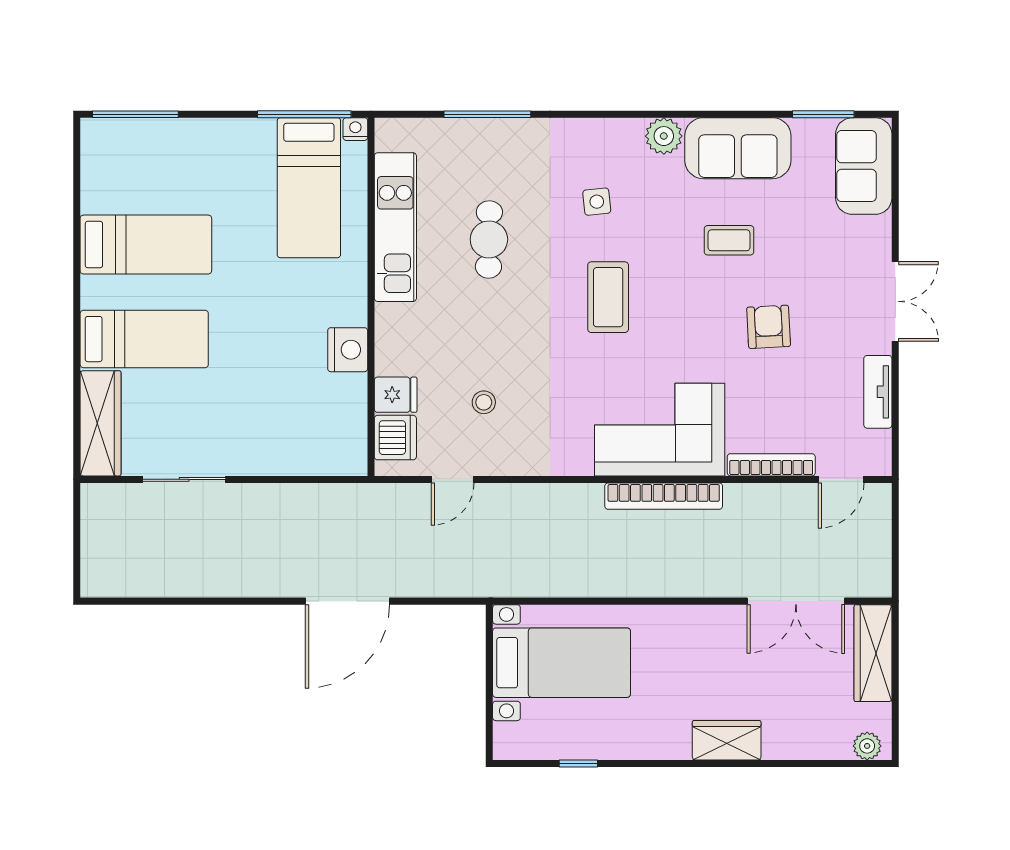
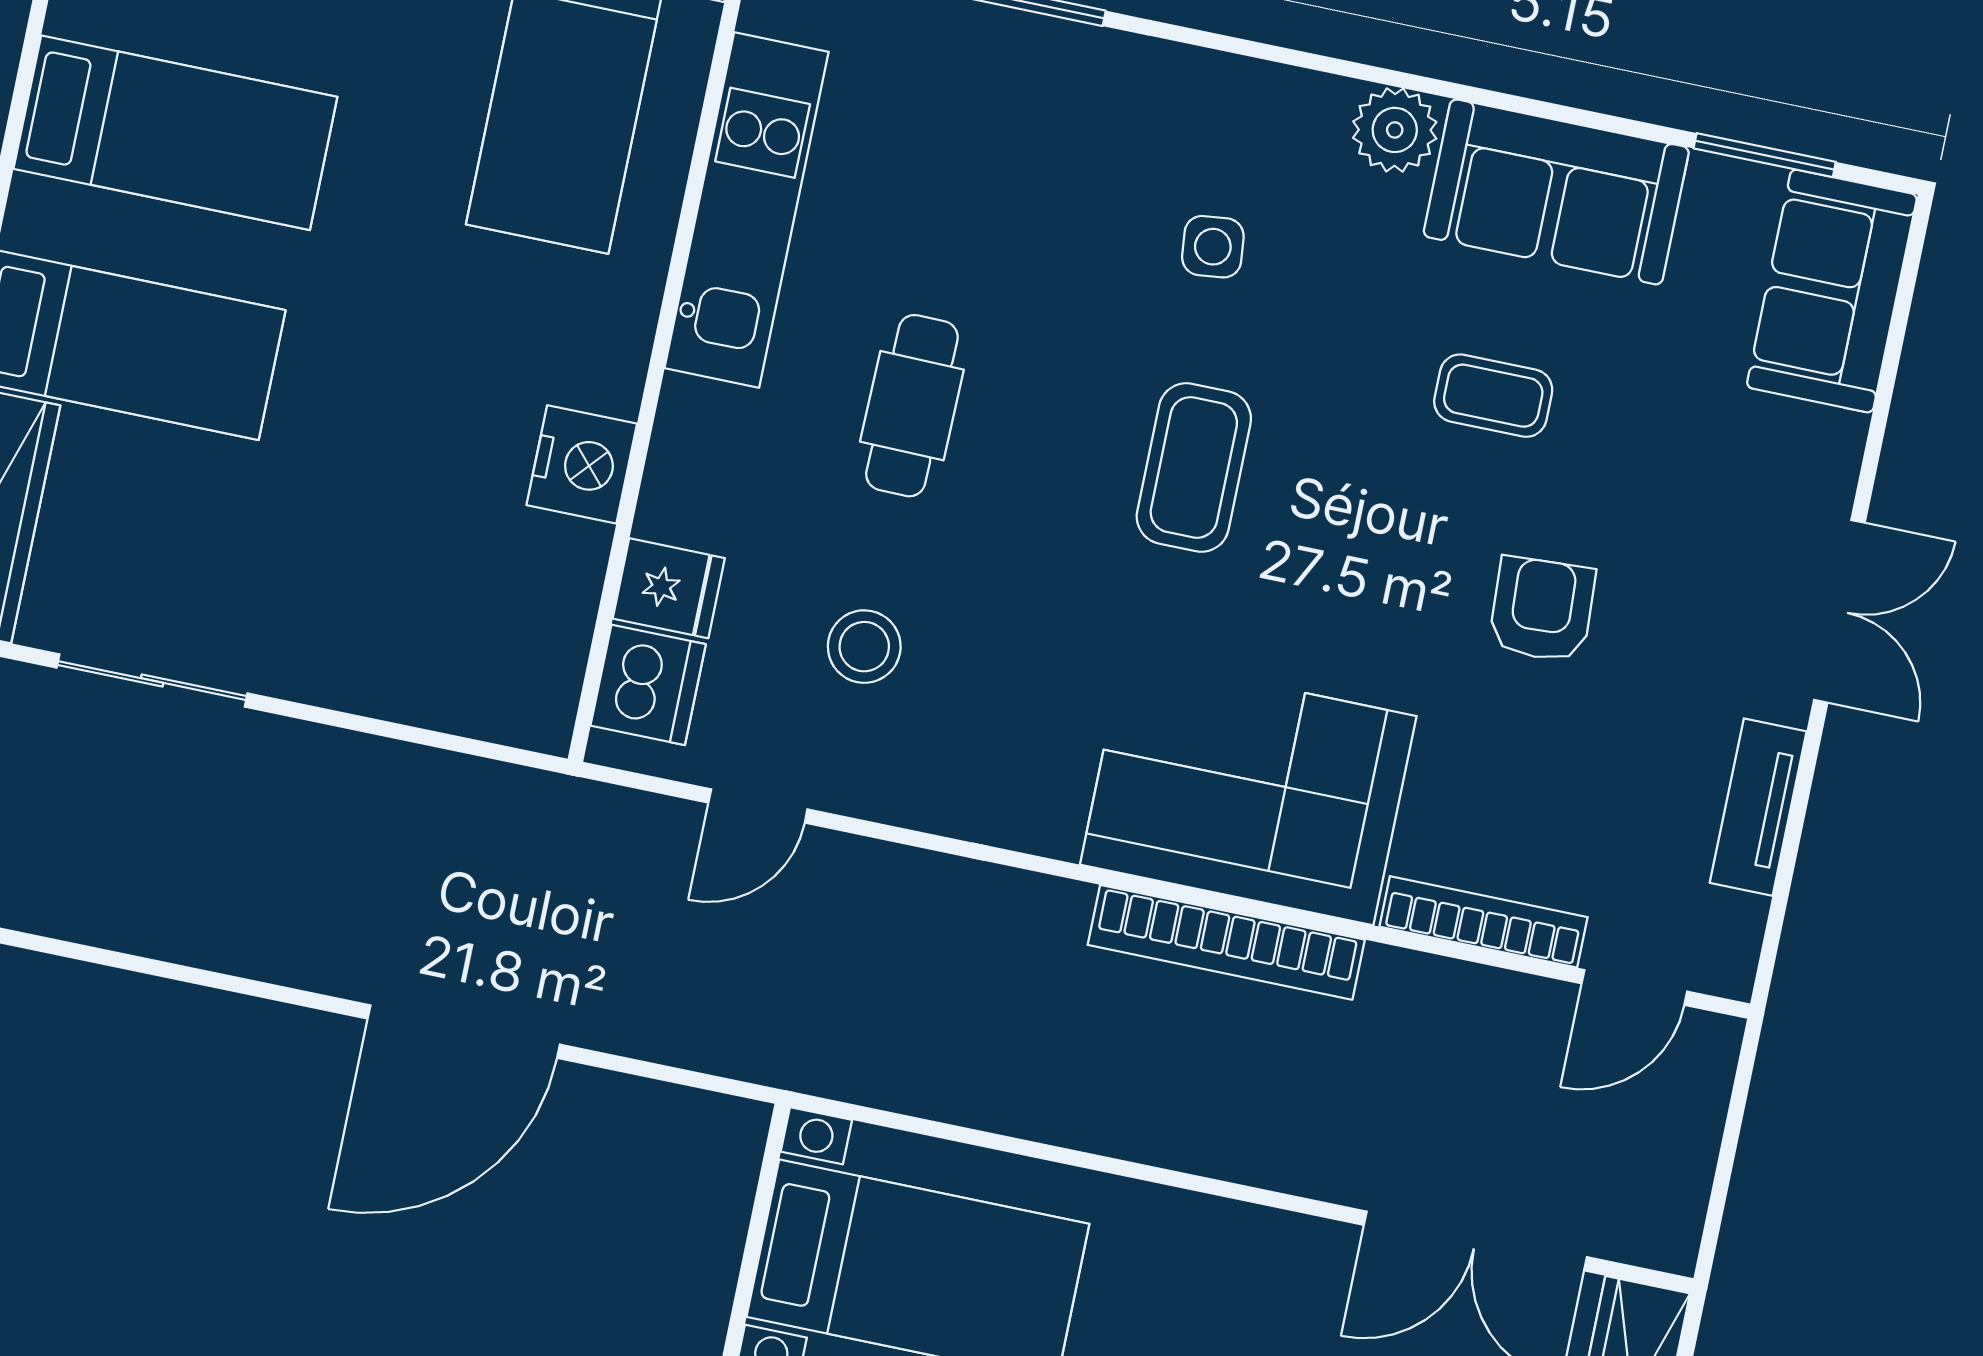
cafe table: (489, 239) -> (912, 406), moved
stool: (484, 402) -> (864, 647), width x1.37, depth x1.37

